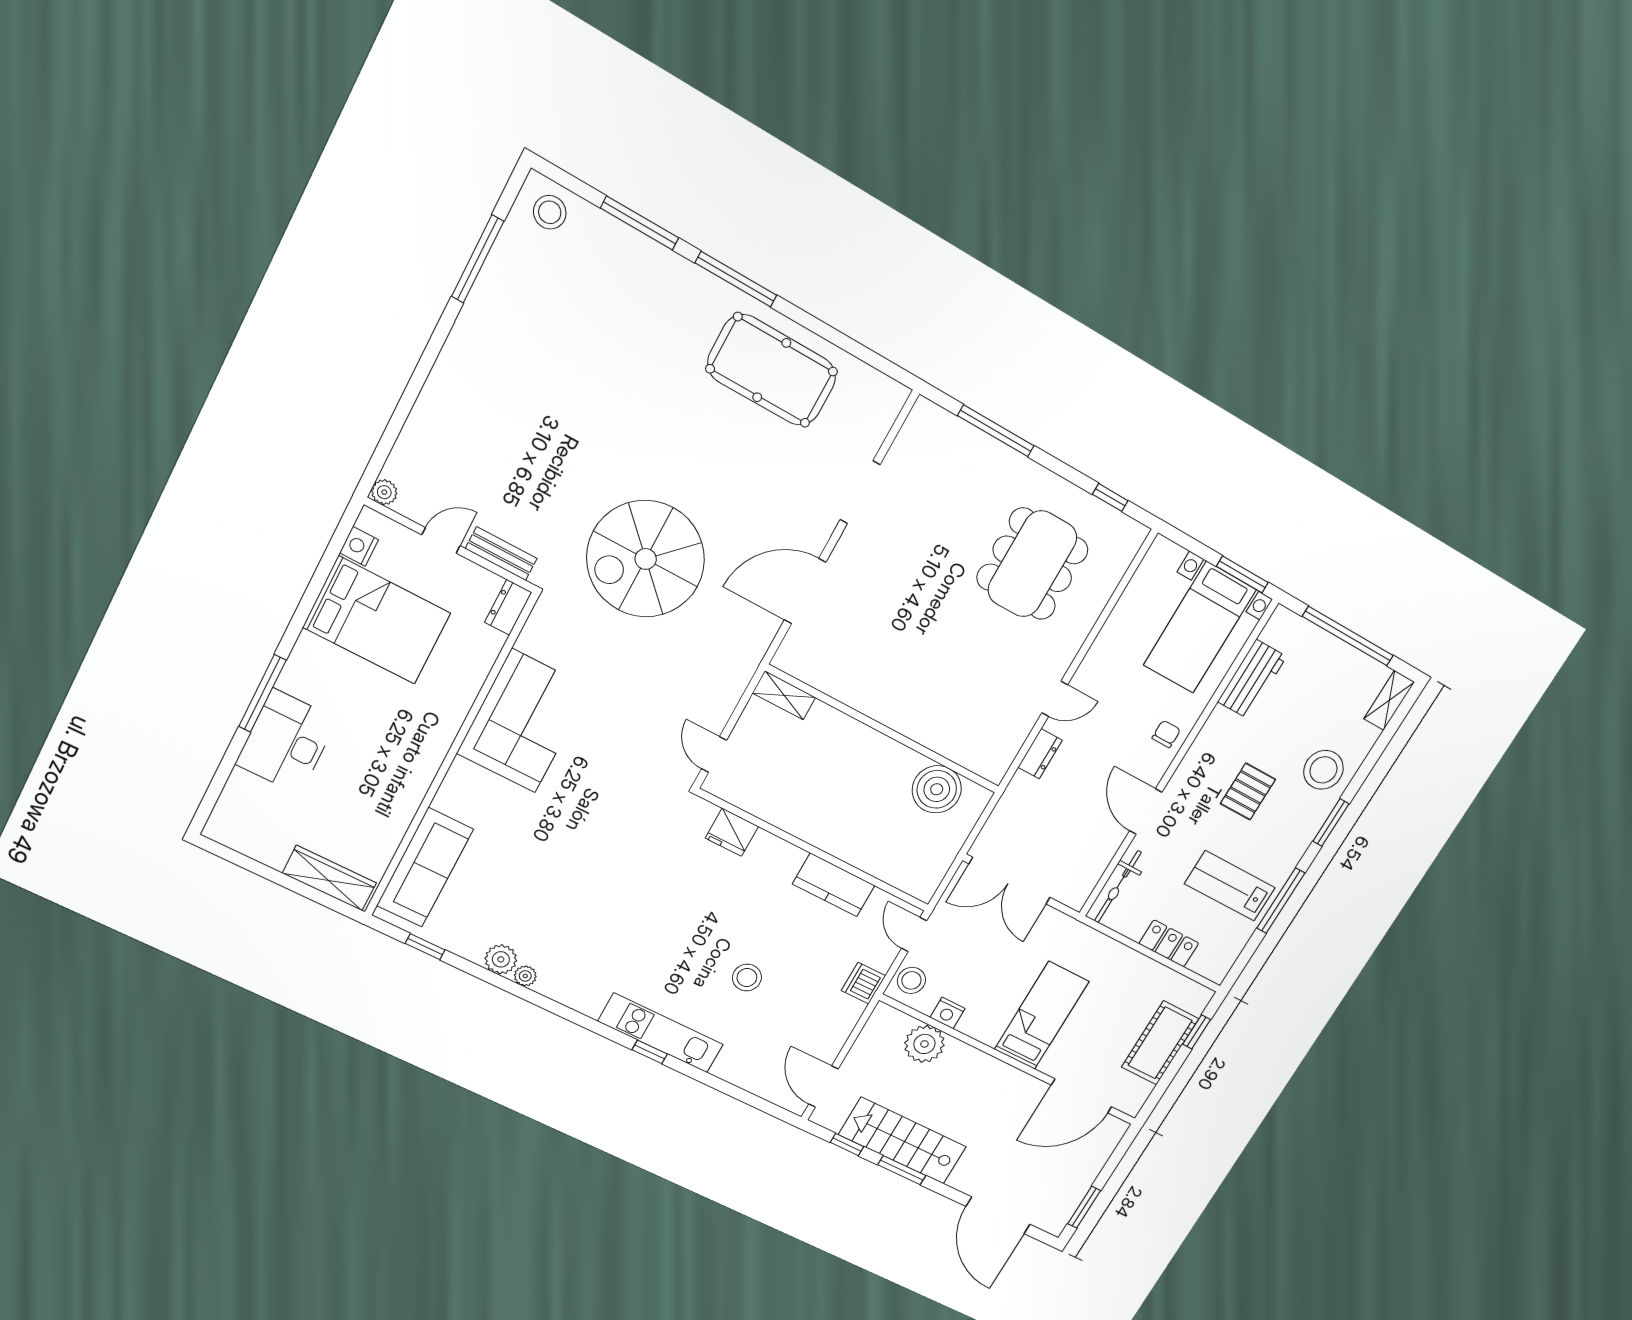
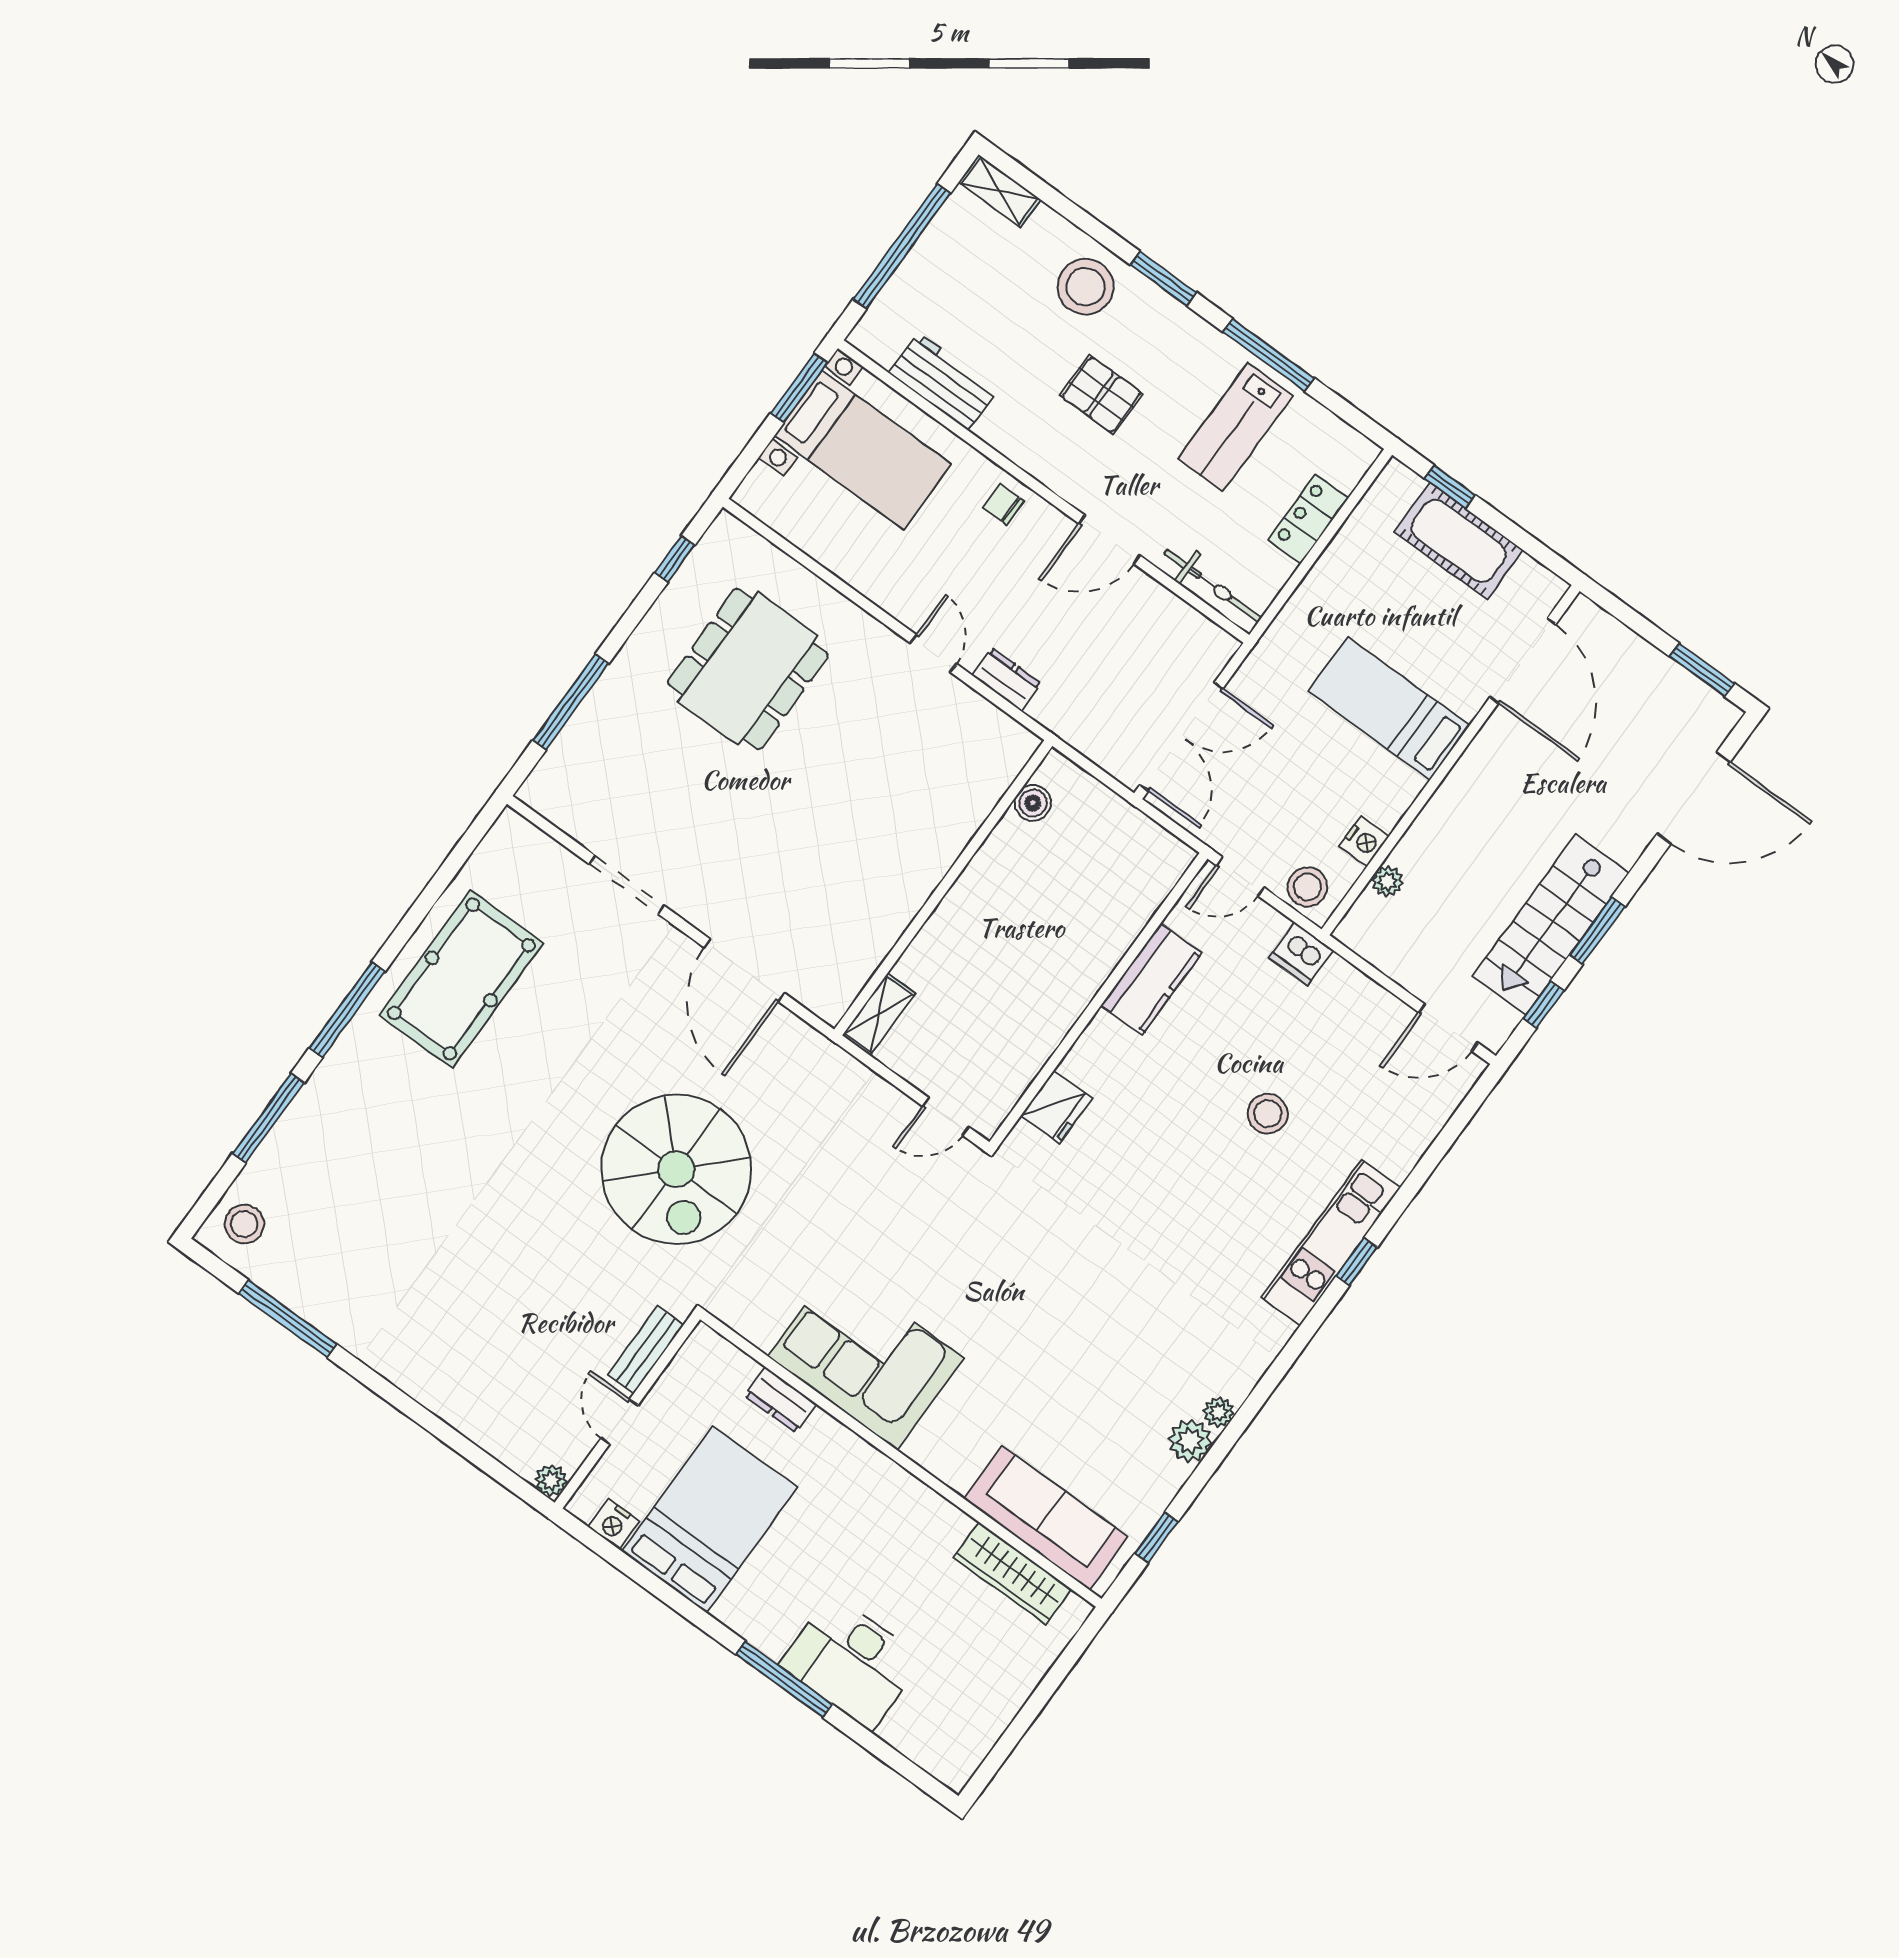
dining table: (1032, 564) -> (748, 669), turned 90
dresser: (508, 607) -> (781, 1400), moved
boiler: (937, 789) -> (1033, 803), width x0.54, depth x0.54
wardrobe: (329, 878) -> (1012, 1573), moved, turned -90
plant: (924, 1044) -> (1387, 881), width x0.53, depth x0.53

